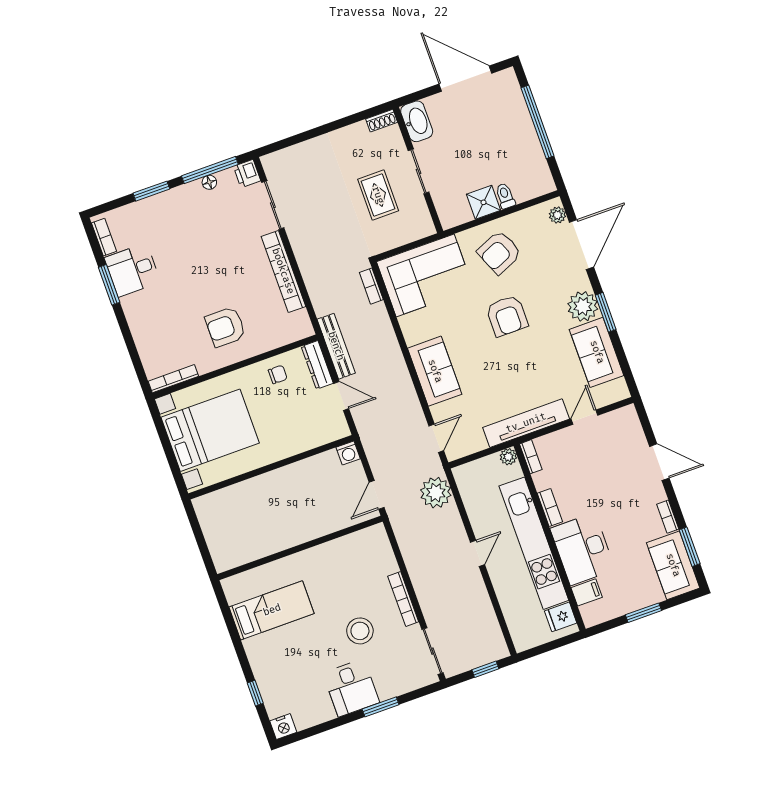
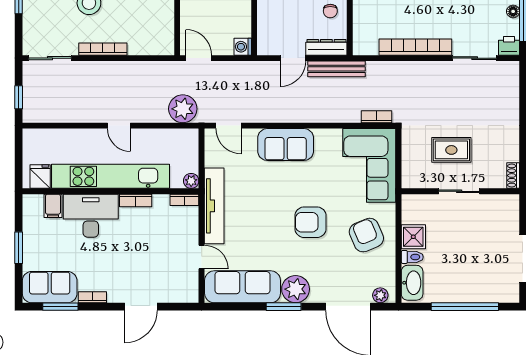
washbasin: (417, 121) -> (412, 283), moved, turned -90
sofa: (597, 352) -> (243, 287), width x1.36

